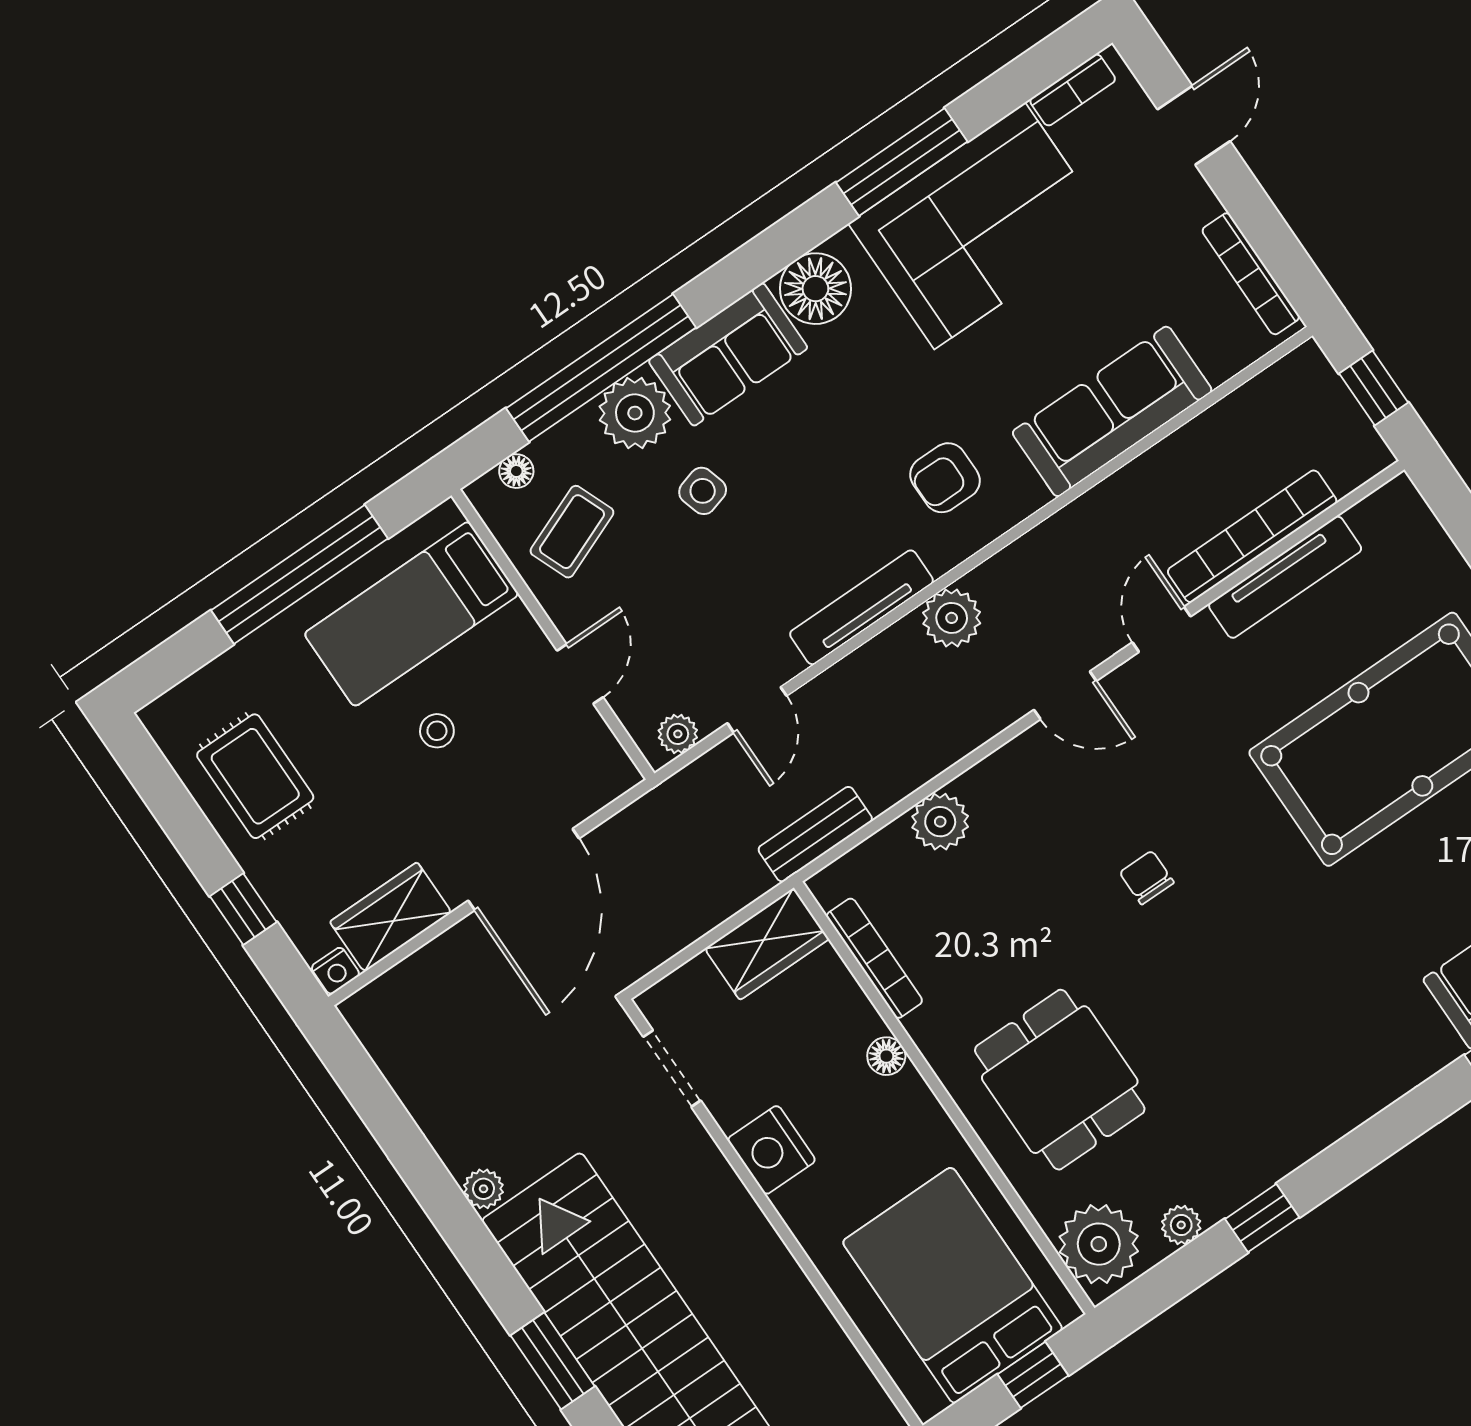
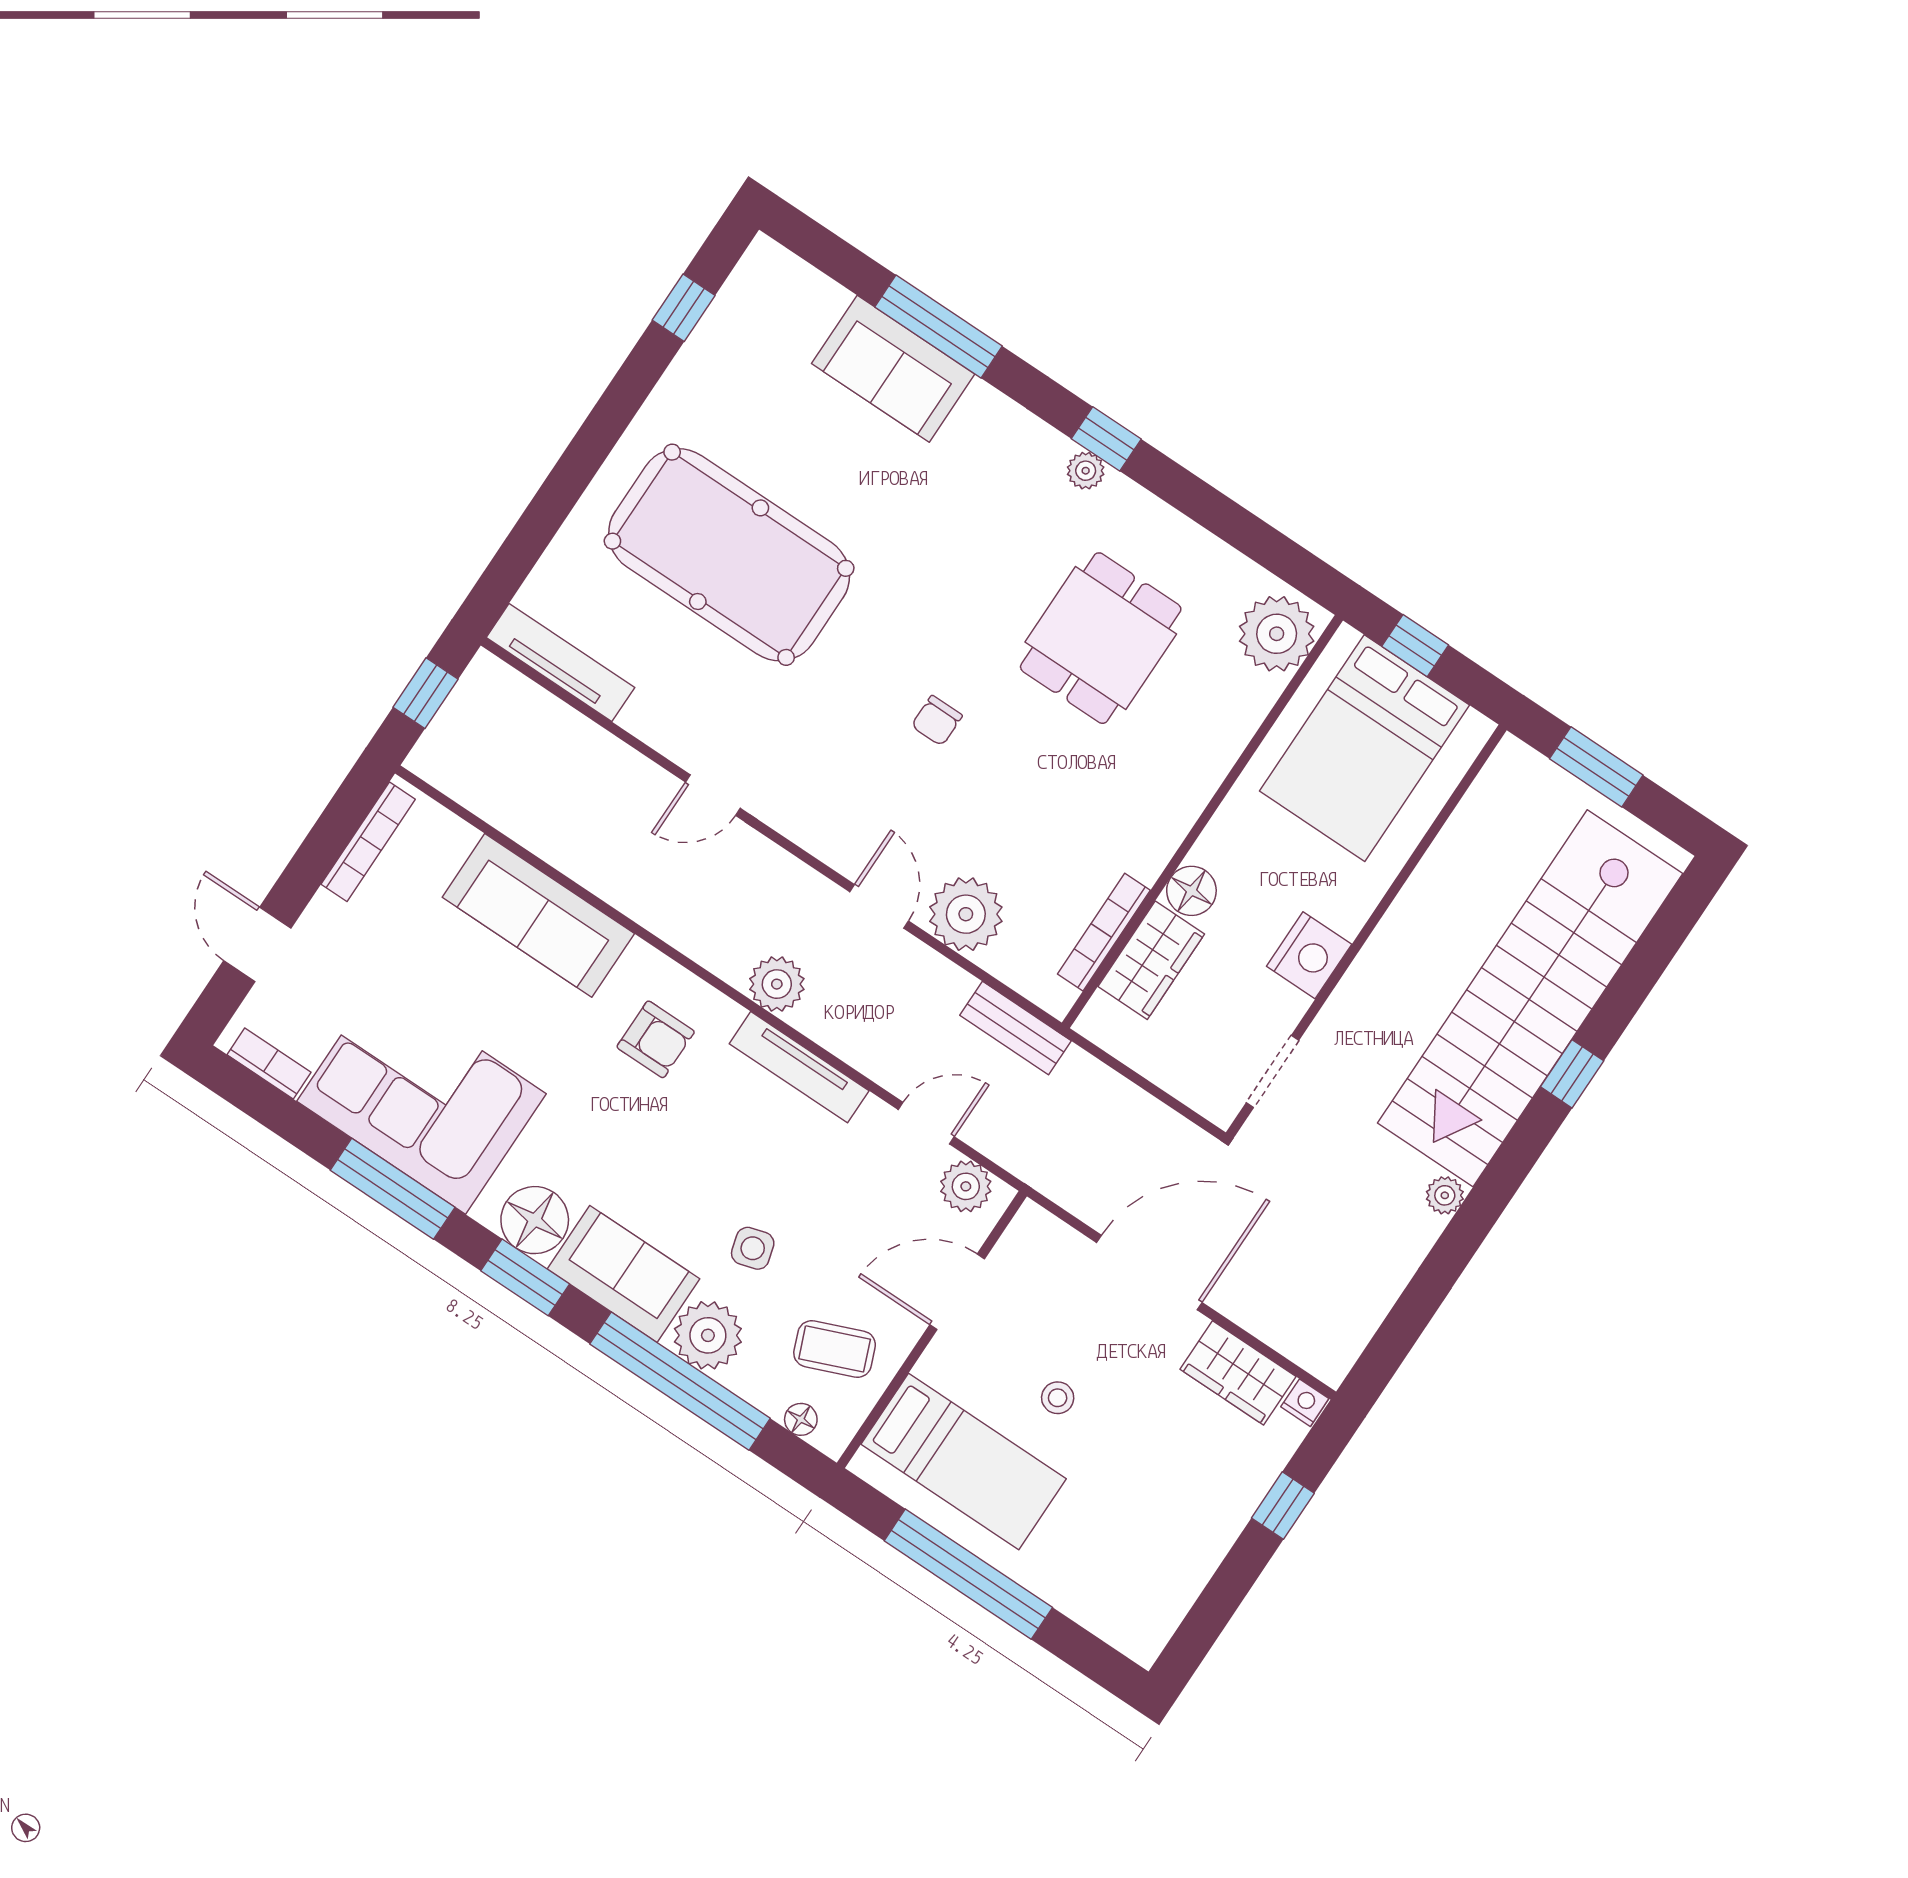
door: (1194, 125) -> (257, 944), hinge flipped
window: (763, 257) -> (525, 1277), added
bookcase: (1252, 536) -> (599, 748), removed
tv unit: (1285, 577) -> (560, 663), moved
door: (580, 674) -> (957, 1292), width x1.38
door: (1065, 695) -> (879, 906), moved
plant: (678, 734) -> (966, 1186), width x1.38, depth x1.38
rug: (255, 776) -> (1162, 1542), removed
plant: (940, 822) -> (966, 914), width x1.36, depth x1.36
wardrobe: (767, 944) -> (1151, 960), moved, turned 90
floor lamp: (886, 1056) -> (1191, 891), width x1.37, depth x1.37
dining table: (1060, 1080) -> (1101, 638), moved
window: (1262, 1218) -> (1106, 439), moved
plant: (1181, 1225) -> (1086, 471), moved
window: (553, 1361) -> (1572, 1074), width x0.67

